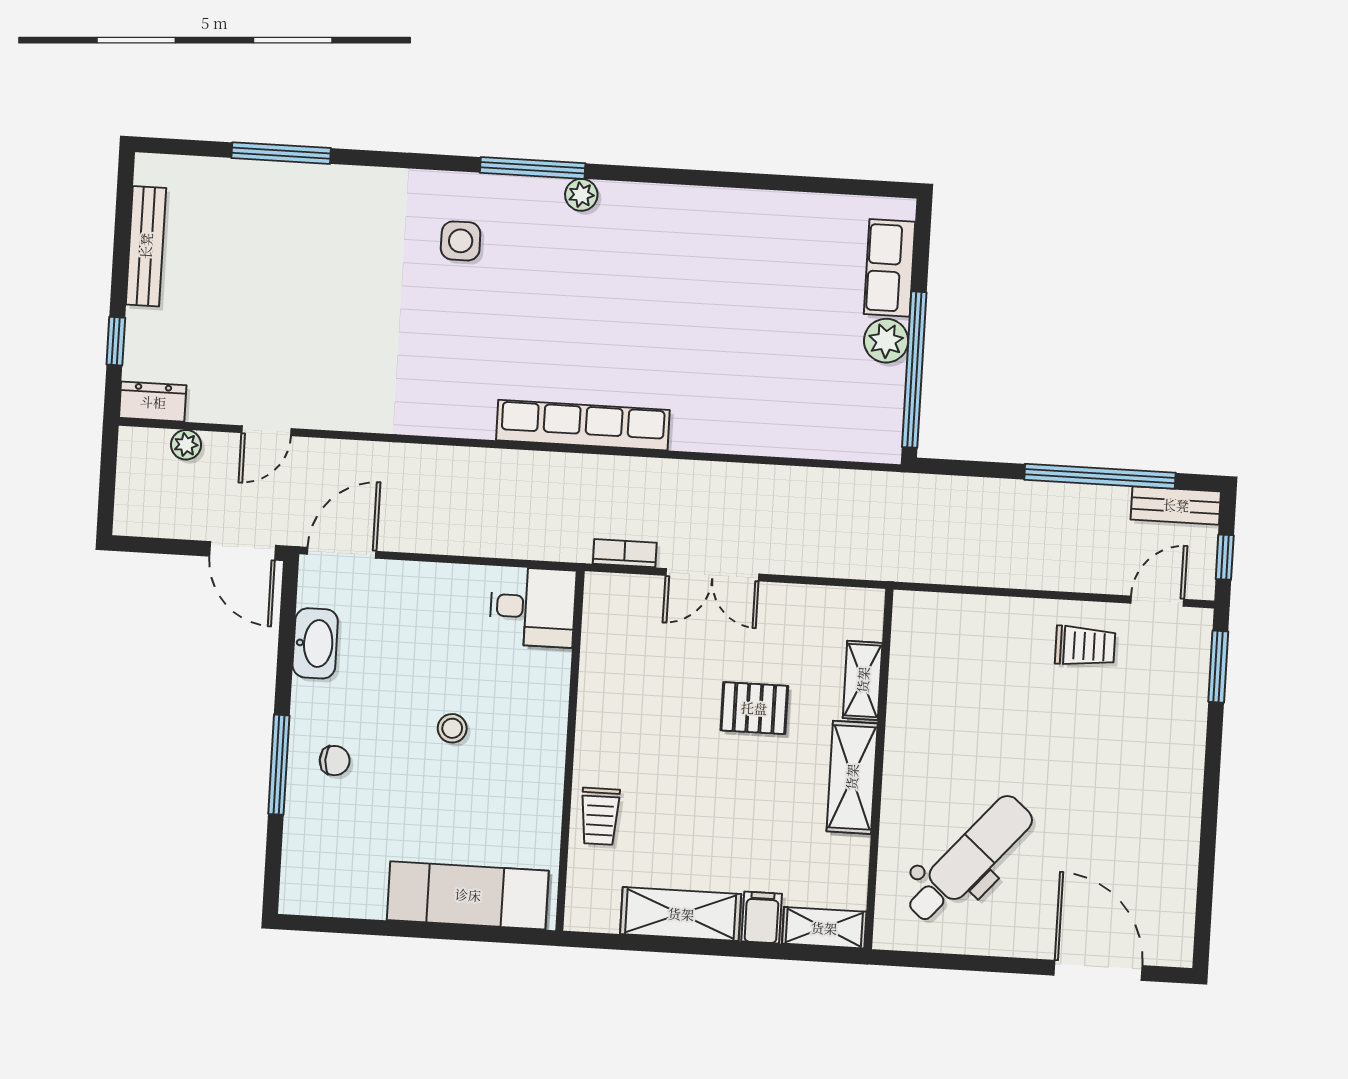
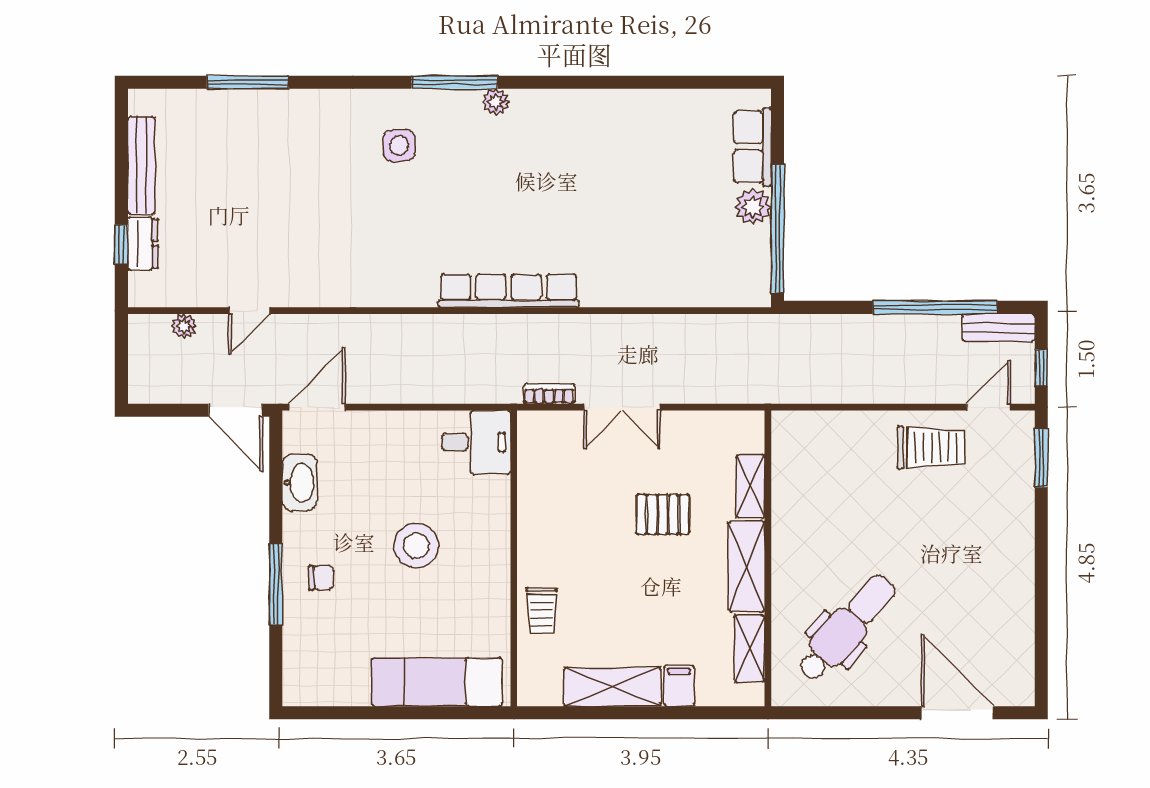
dresser: (153, 402) -> (143, 243), moved, turned 90
trolley: (1085, 646) -> (931, 447), width x1.36, depth x1.39
stool: (452, 728) -> (416, 546), width x1.89, depth x1.89
shelving: (824, 928) -> (749, 648), moved, turned 90

